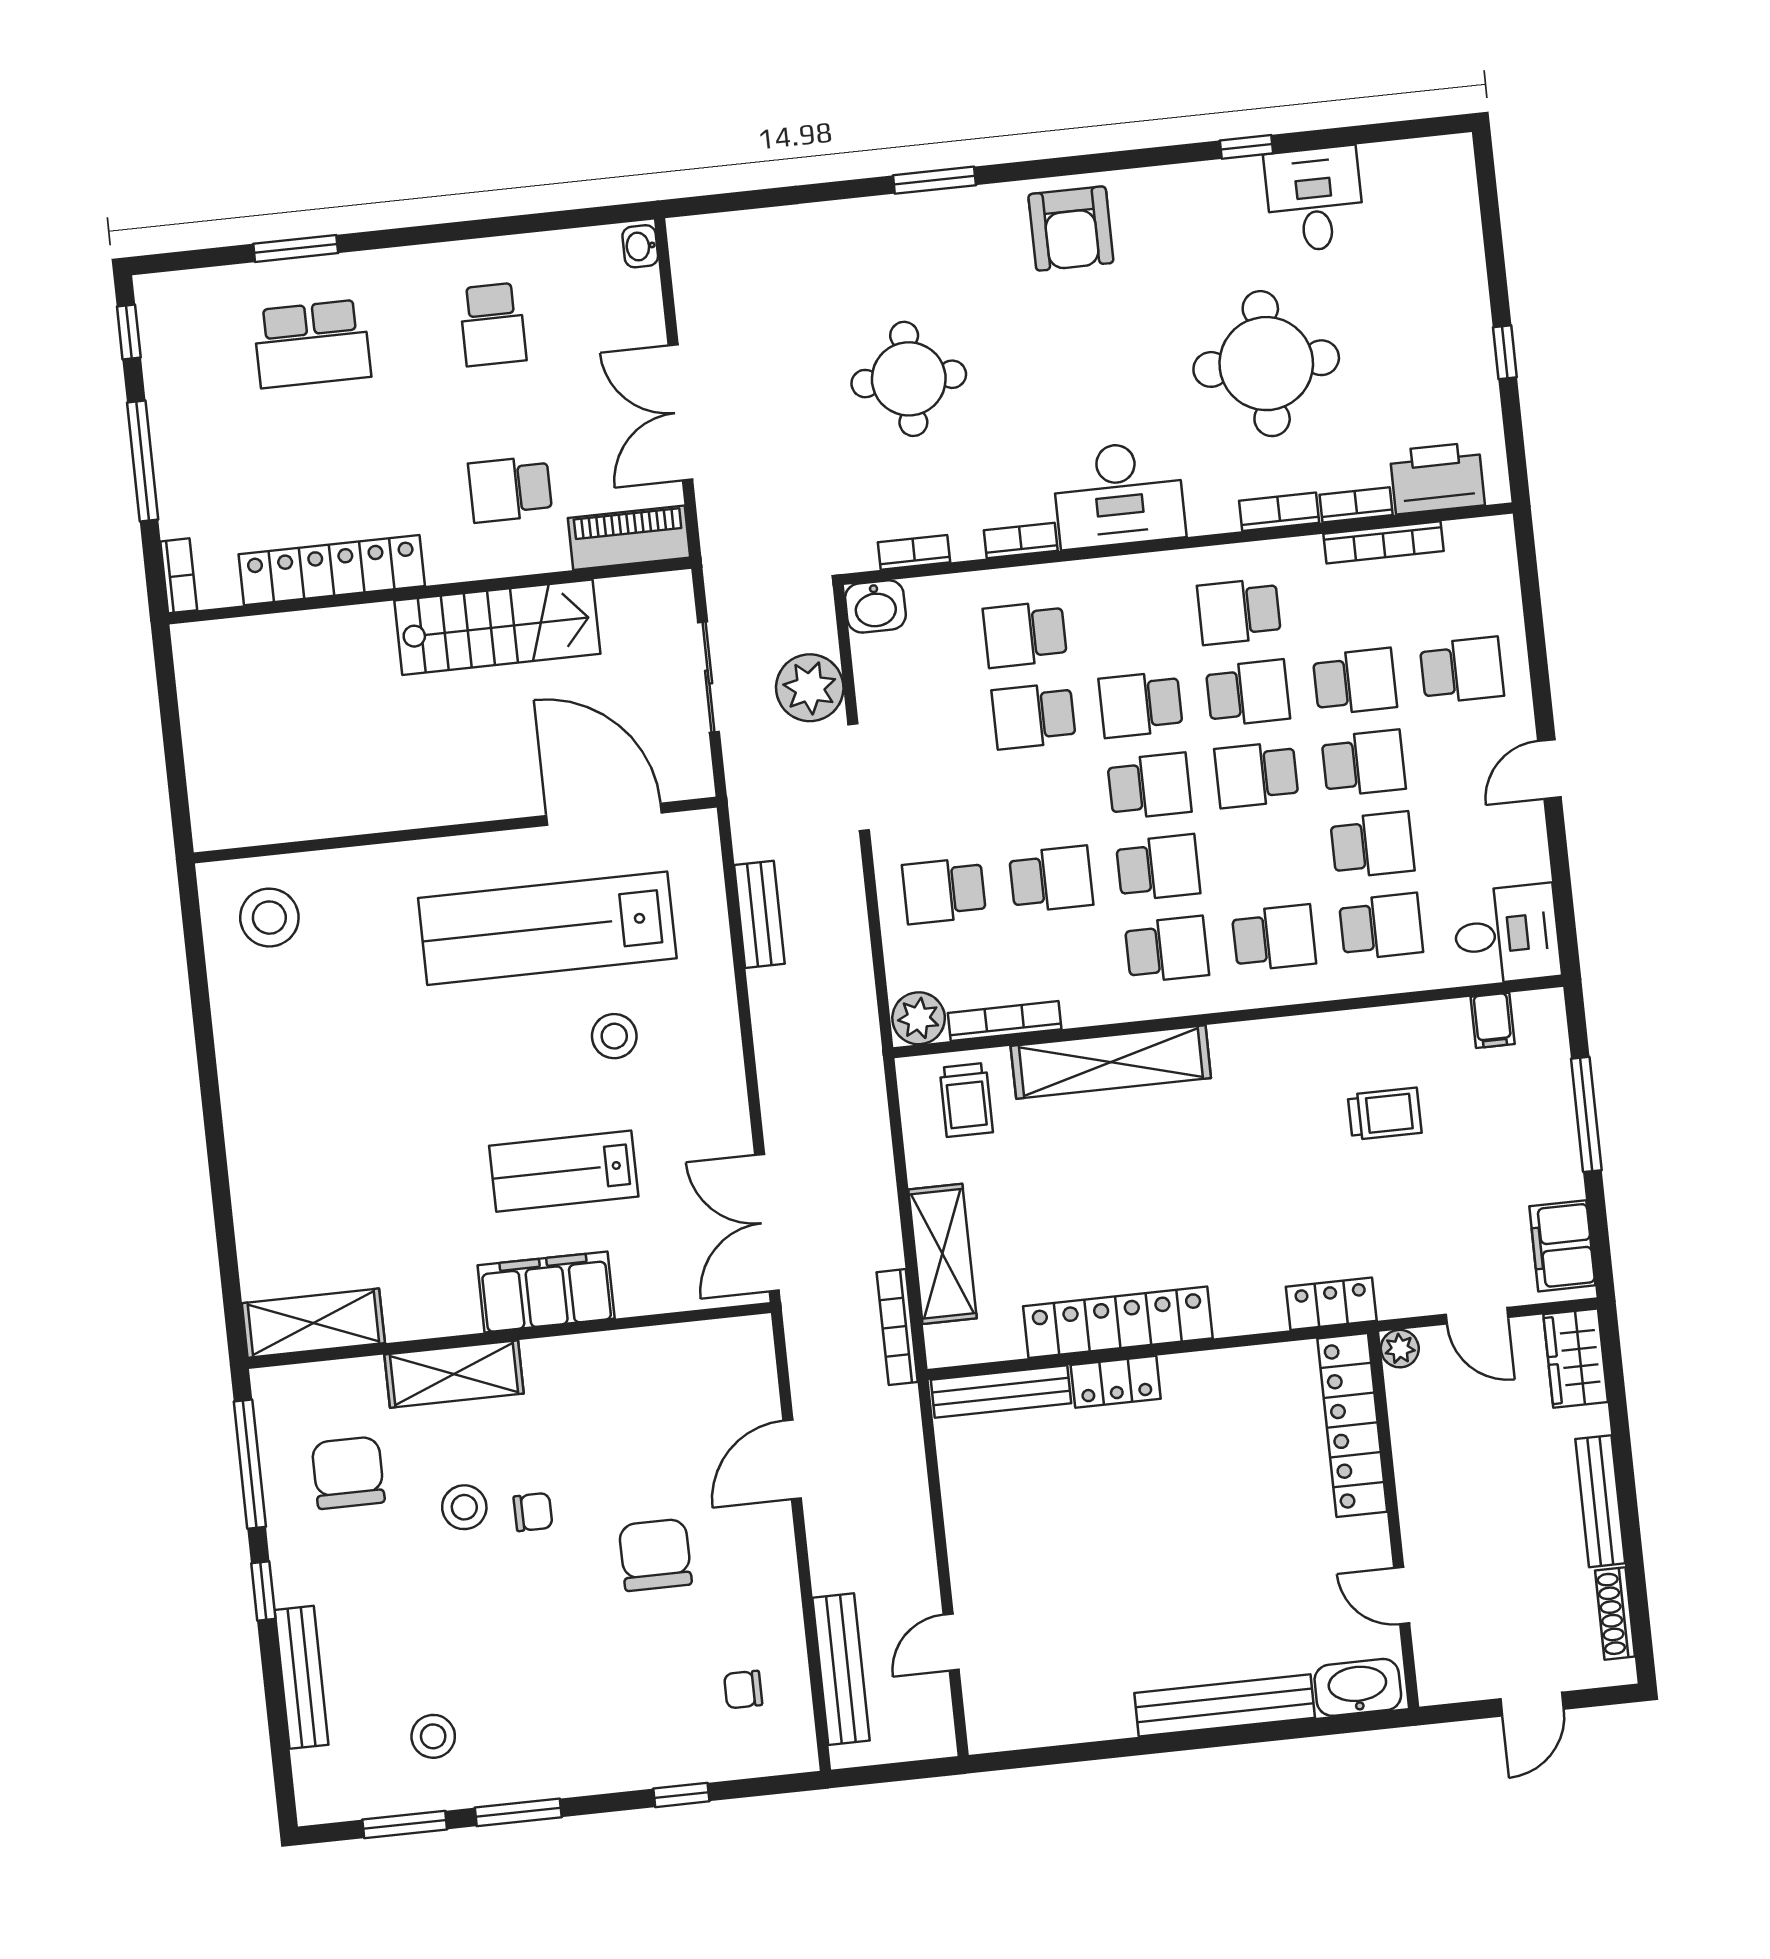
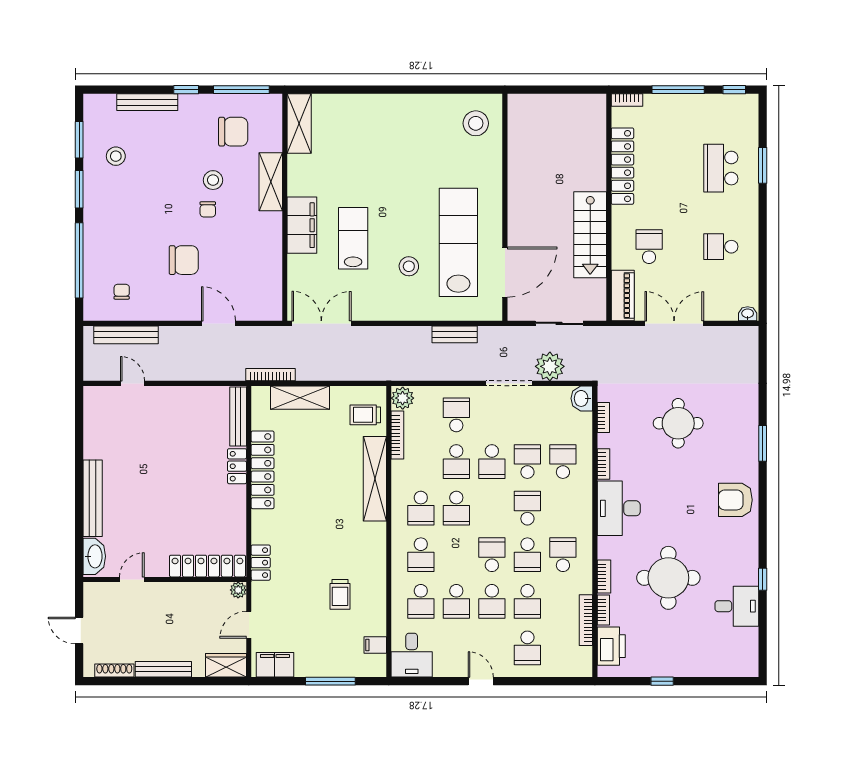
school desk: (1149, 786) -> (492, 462), moved
window: (681, 1795) -> (79, 260), width x3.17

